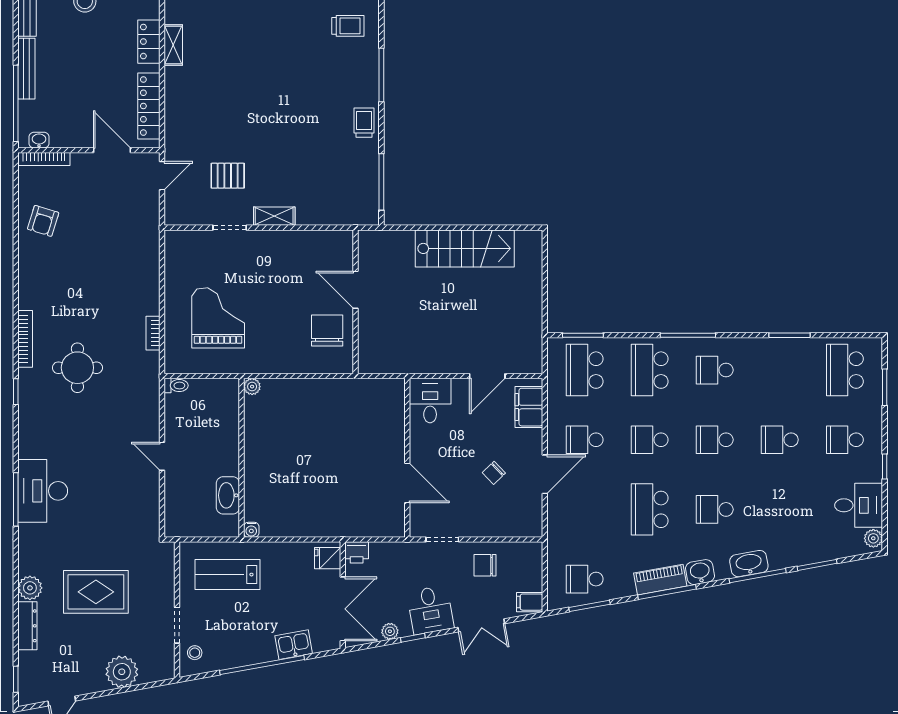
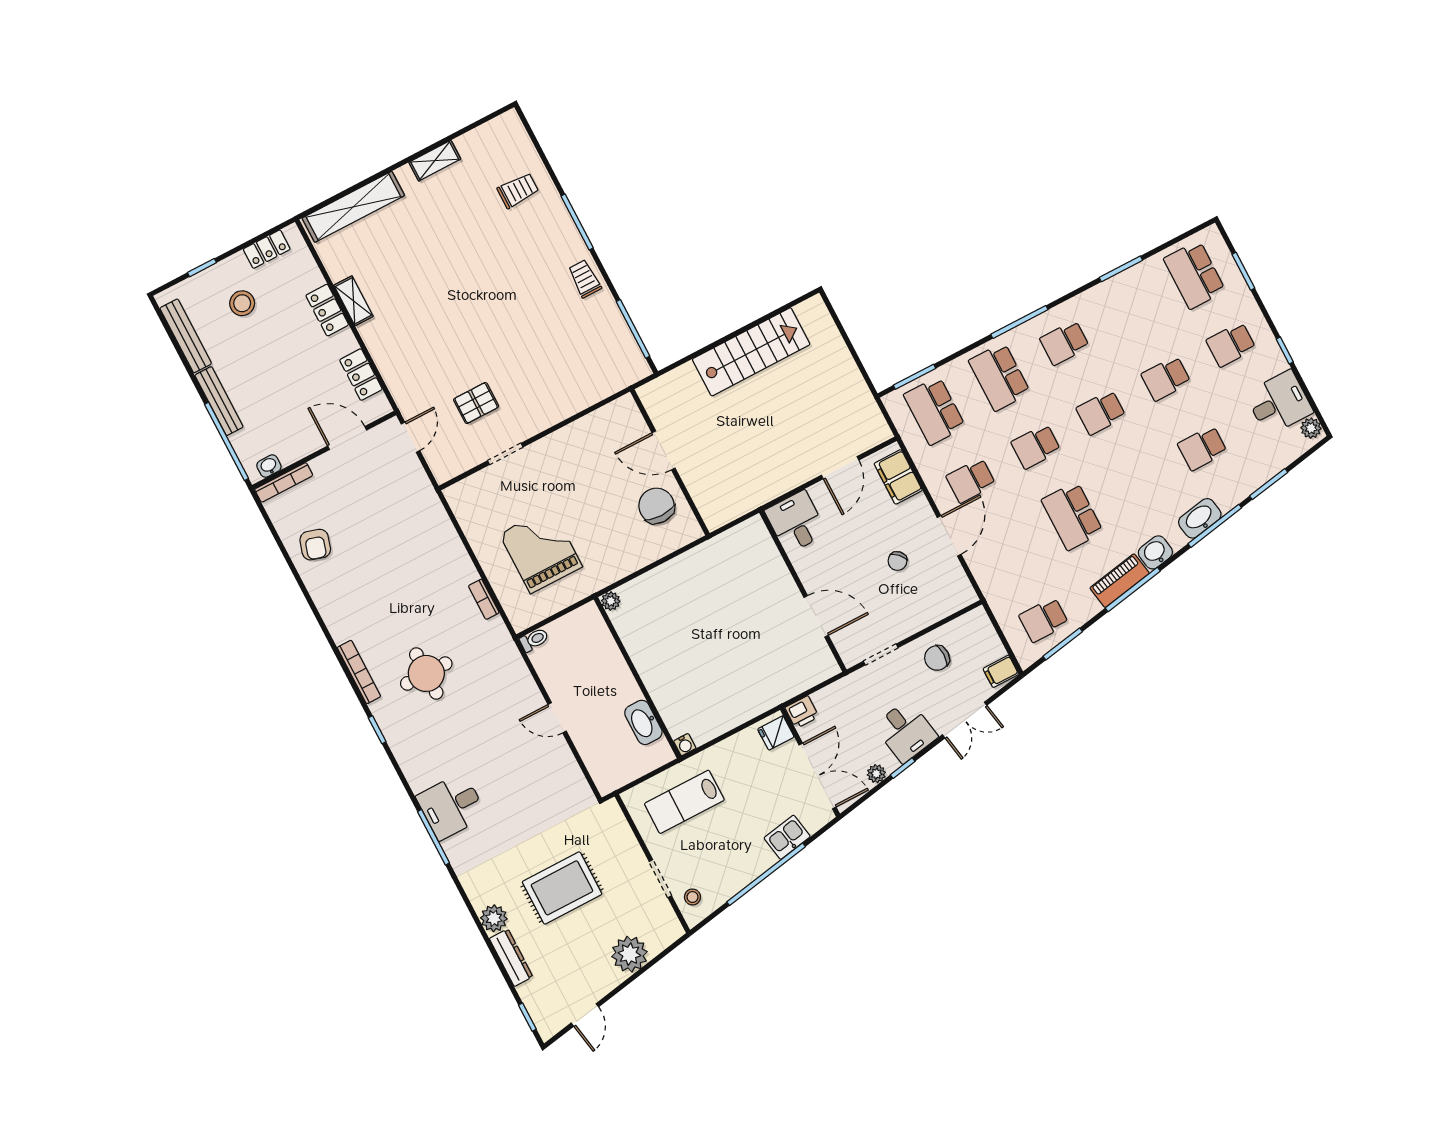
locker: (149, 106) -> (361, 375), width x0.66
shelving: (274, 216) -> (544, 419), removed
desk: (43, 491) -> (451, 806), width x0.73
school desk: (715, 509) -> (1202, 448), moved

